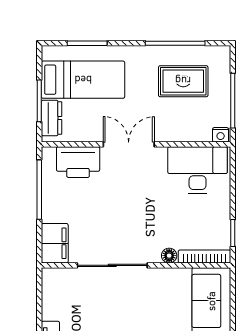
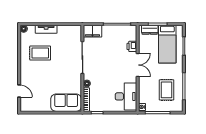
printer: (78, 162) -> (132, 46), width x0.53, depth x0.68

